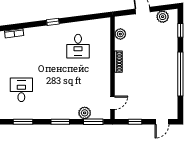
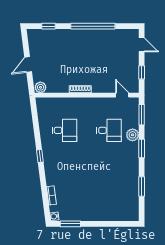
plant: (163, 17) -> (34, 44), removed
plant: (120, 34) -> (40, 87), moved
desk: (21, 90) -> (109, 130), moved, turned 180
plant: (85, 113) -> (133, 135), moved

